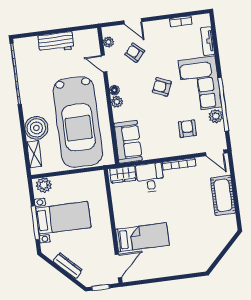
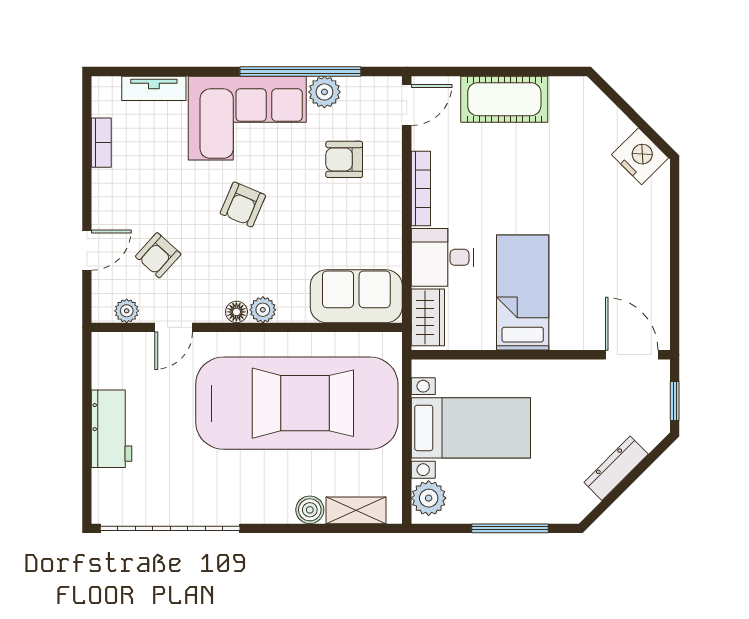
boiler: (36, 128) -> (310, 510), width x0.54, depth x0.54
bed with nightstands: (63, 218) -> (471, 428), moved, turned 90
bed: (142, 237) -> (523, 292), moved
nightstand: (206, 258) -> (640, 156), added

